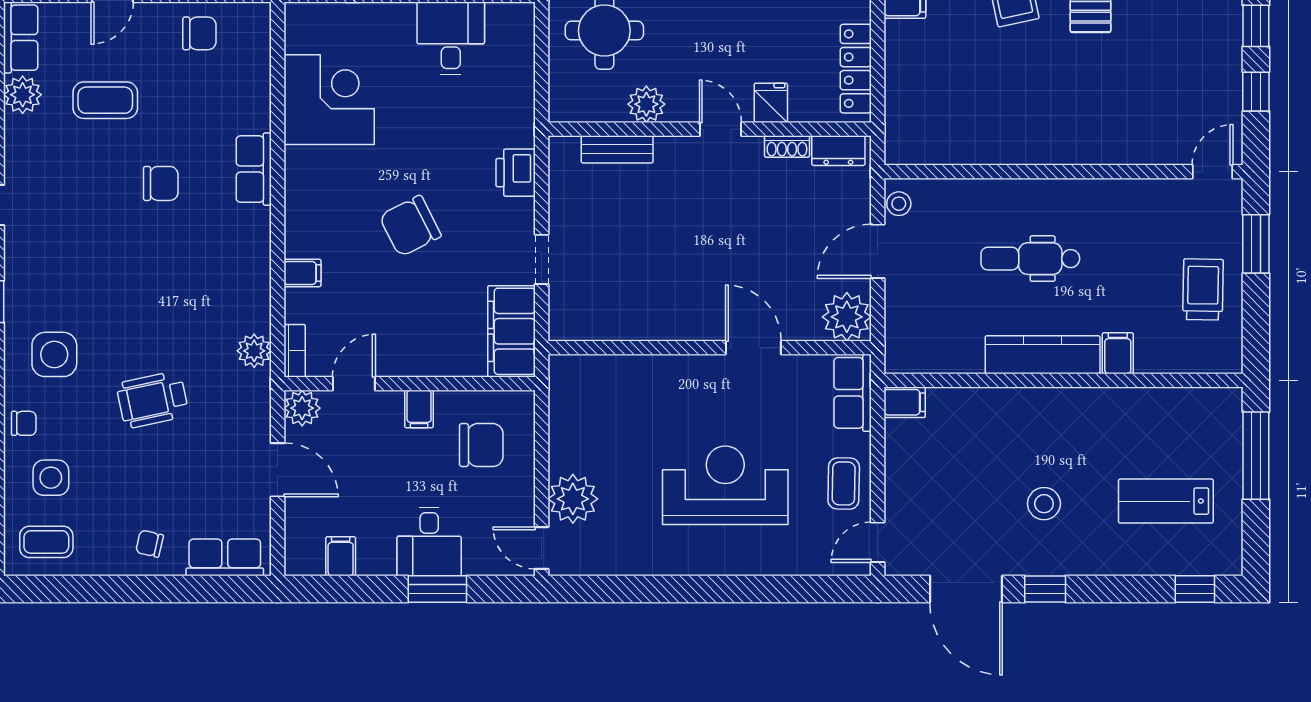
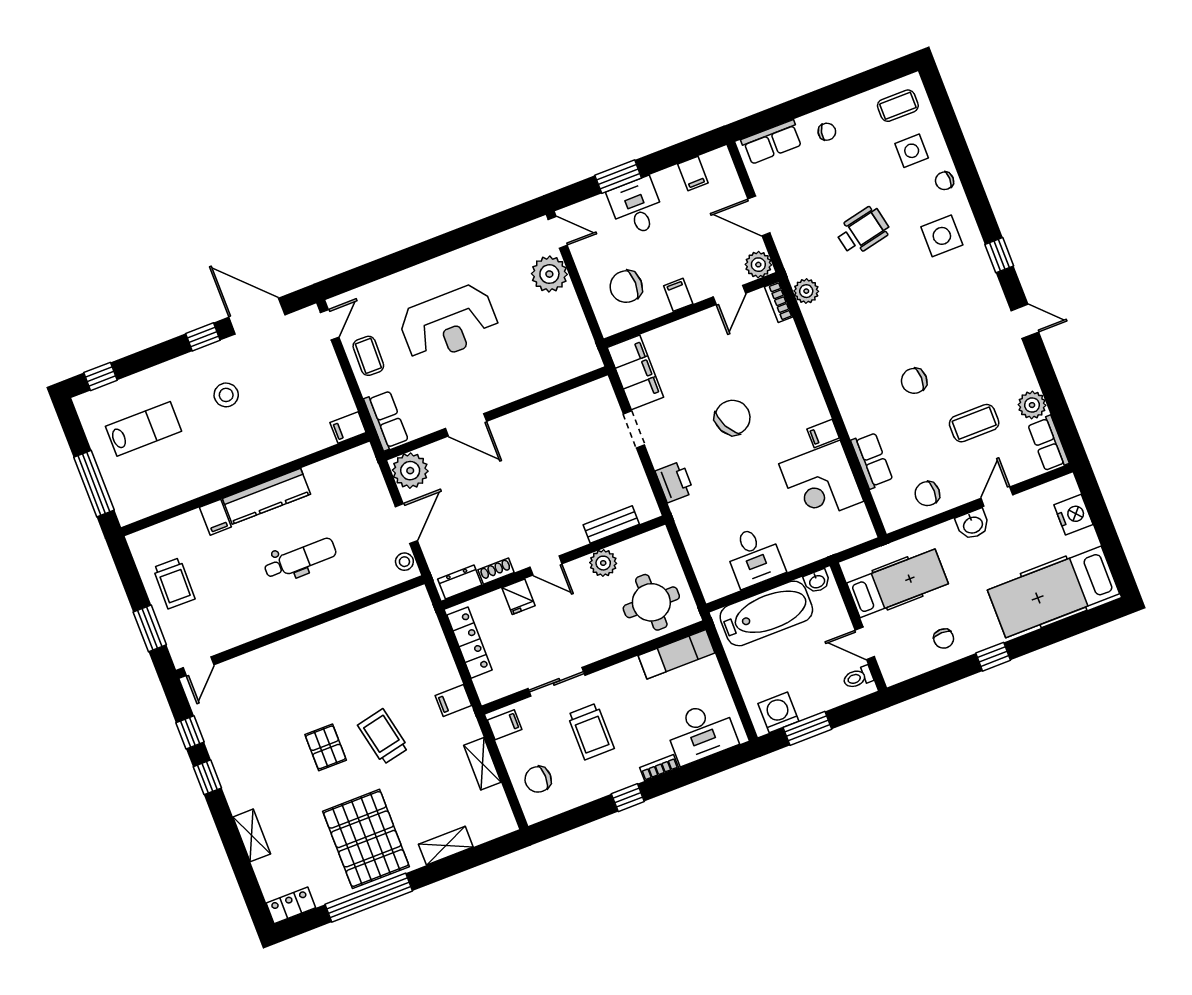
row of seats: (254, 169) -> (872, 460), moved
filing cabinet: (302, 273) -> (823, 434), moved

